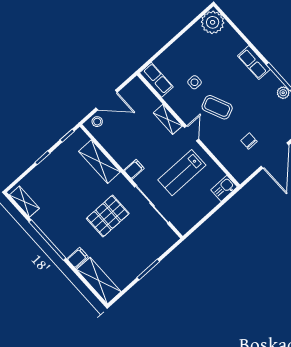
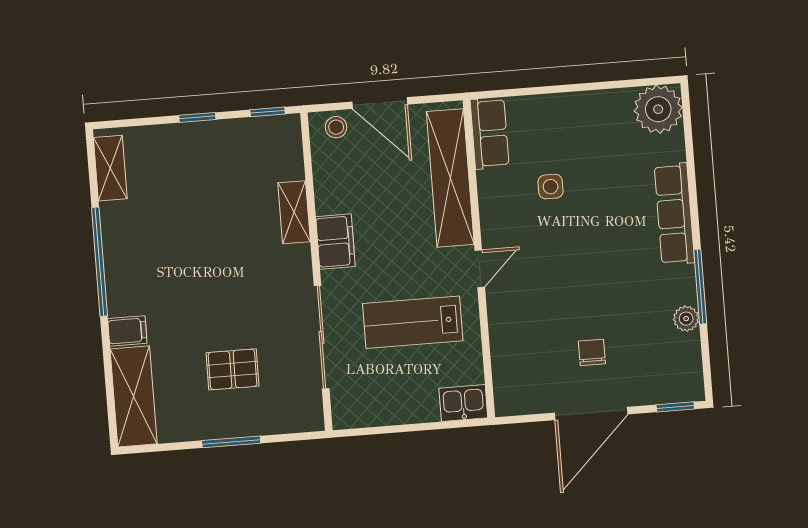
row of seats: (254, 63) -> (674, 214), width x1.48
coffee table: (217, 107) -> (556, 258), removed
shelving: (168, 119) -> (450, 178), width x2.20, depth x1.33
chair: (249, 141) -> (592, 352), moved
shelving: (99, 162) -> (294, 212), width x0.67, depth x0.75
filing cabinet: (134, 169) -> (335, 242), width x2.00
pallet: (108, 216) -> (233, 369), moved, width x0.67, depth x0.71

